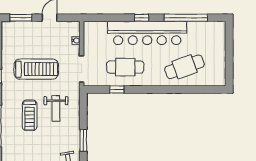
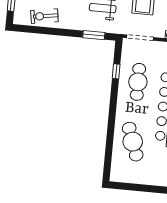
window: (83, 140) -> (94, 35), moved

